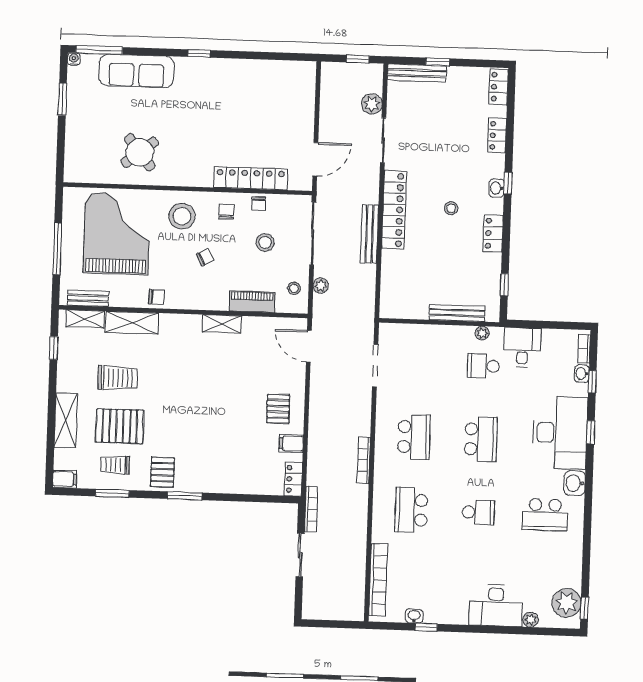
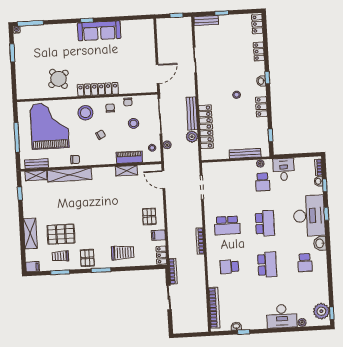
sofa: (136, 71) -> (99, 31), moved
bench: (417, 73) -> (206, 21), width x0.73
plant: (372, 104) -> (192, 137), moved
locker: (251, 178) -> (98, 89), moved
locker: (394, 210) -> (206, 127), moved
shelving: (132, 323) -> (70, 175), width x1.47
shelving: (222, 324) -> (126, 171), moved
school desk: (483, 366) -> (263, 182), turned -90
trolley: (118, 378) -> (123, 253), moved
school desk: (414, 437) -> (227, 225), turned 90
school desk: (411, 510) -> (229, 267), width x0.54
school desk: (478, 512) -> (267, 265), width x1.85
school desk: (545, 515) -> (305, 263), width x0.54

